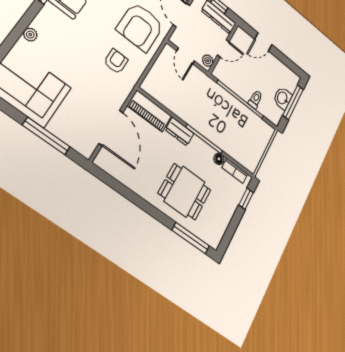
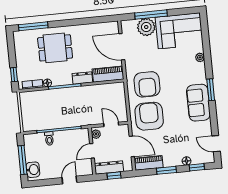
armchair: (116, 61) -> (147, 84), width x1.88, depth x1.88
washbasin: (283, 98) -> (33, 170), moved
plant: (64, 126) -> (146, 27), added

